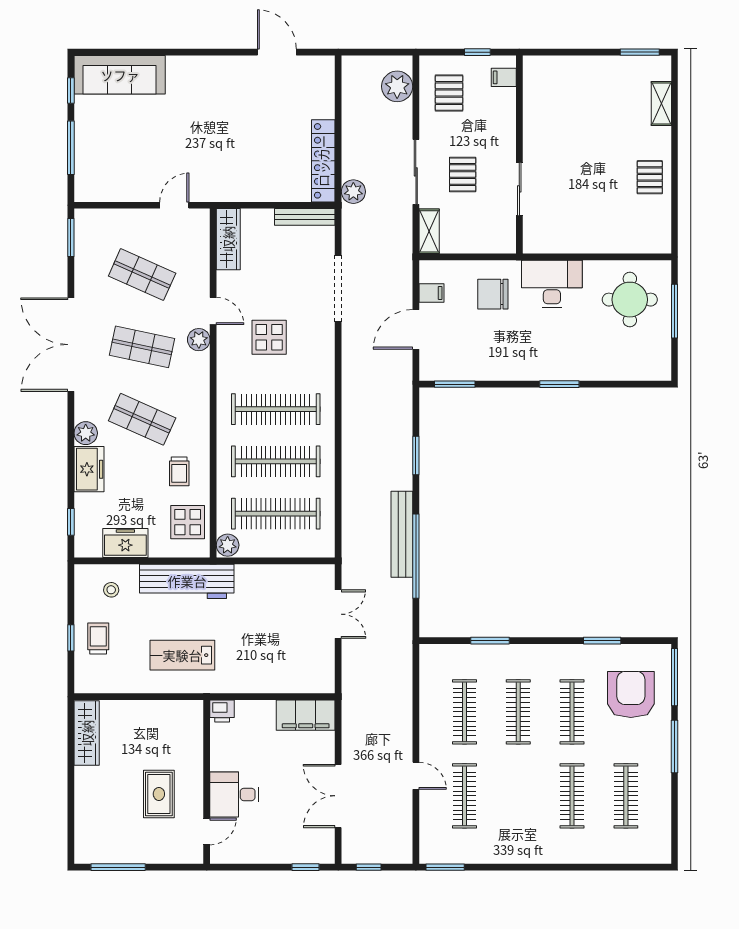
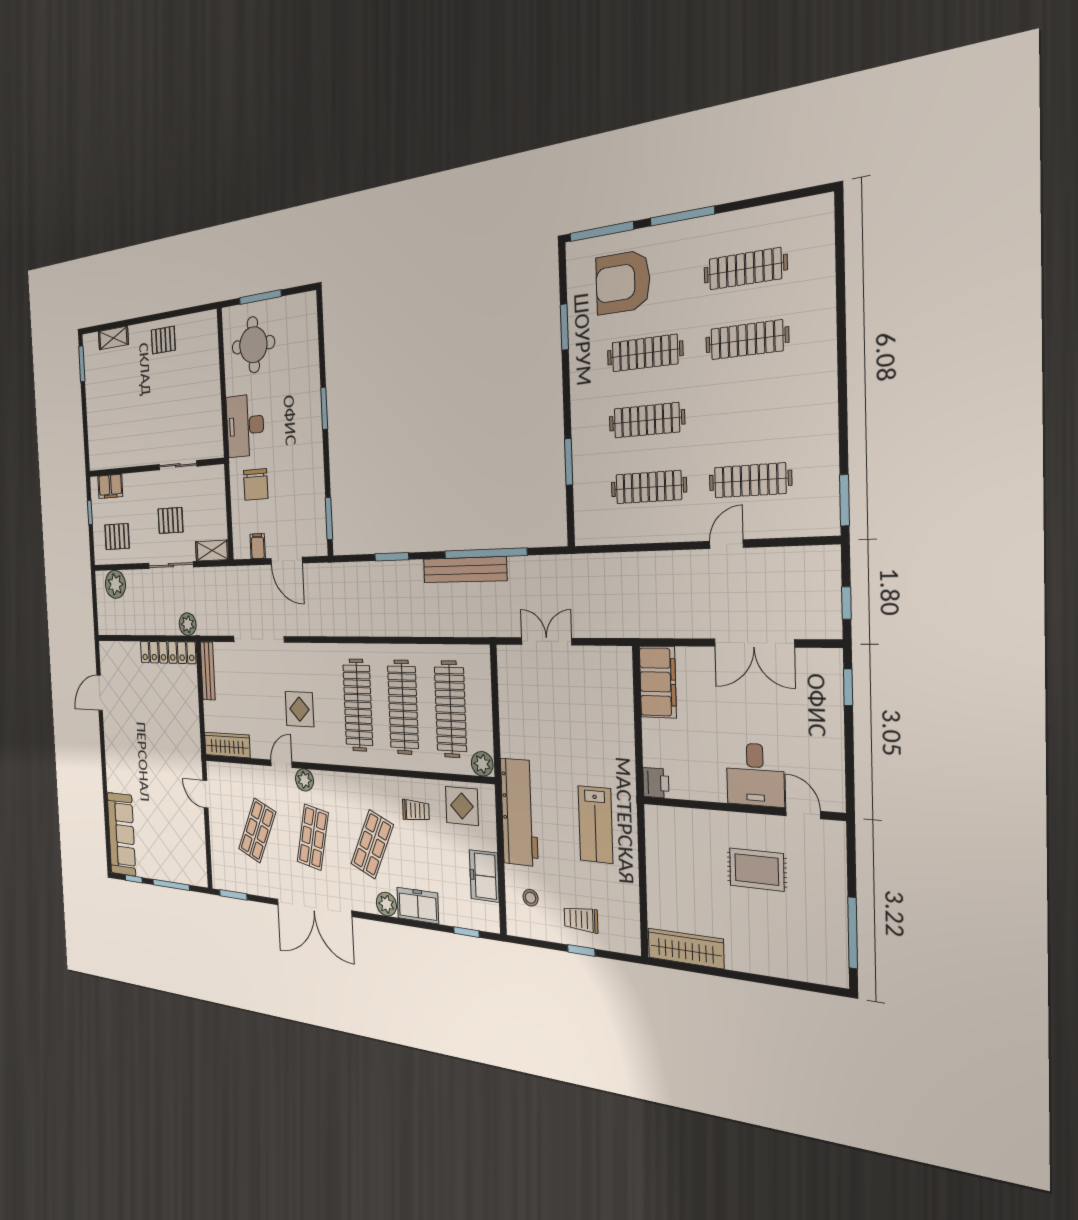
filing cabinet: (504, 77) -> (110, 486), width x2.00

